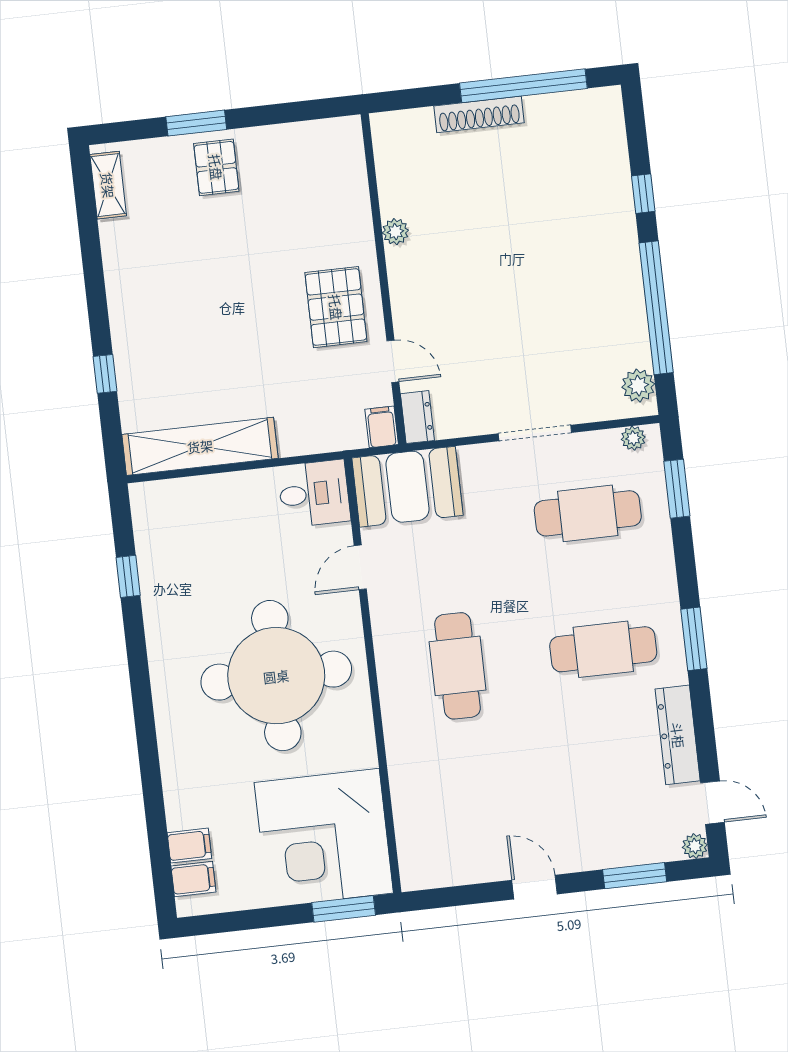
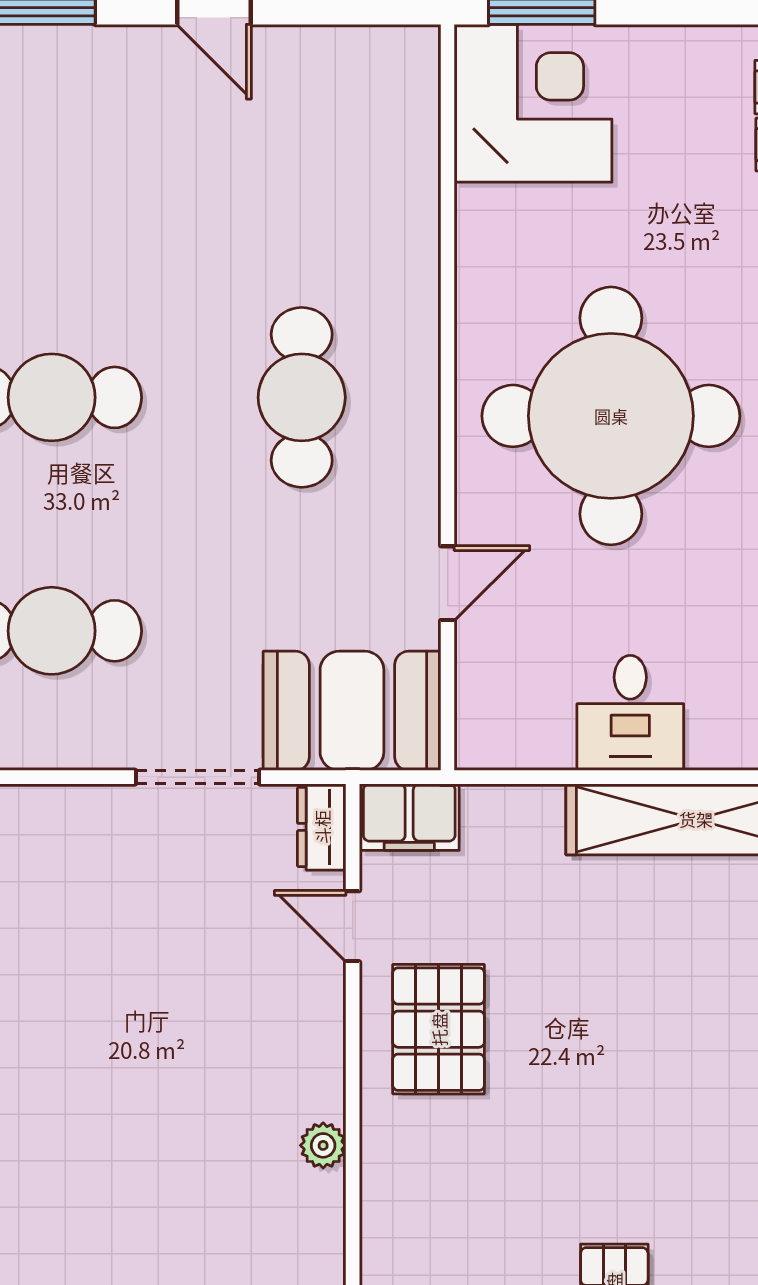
filing cabinet: (382, 427) -> (409, 817), width x2.00
doorway: (535, 433) -> (197, 777), moved
desk: (314, 494) -> (630, 713), moved, turned -90
corner desk: (324, 838) -> (533, 103), width x0.74, depth x0.74

